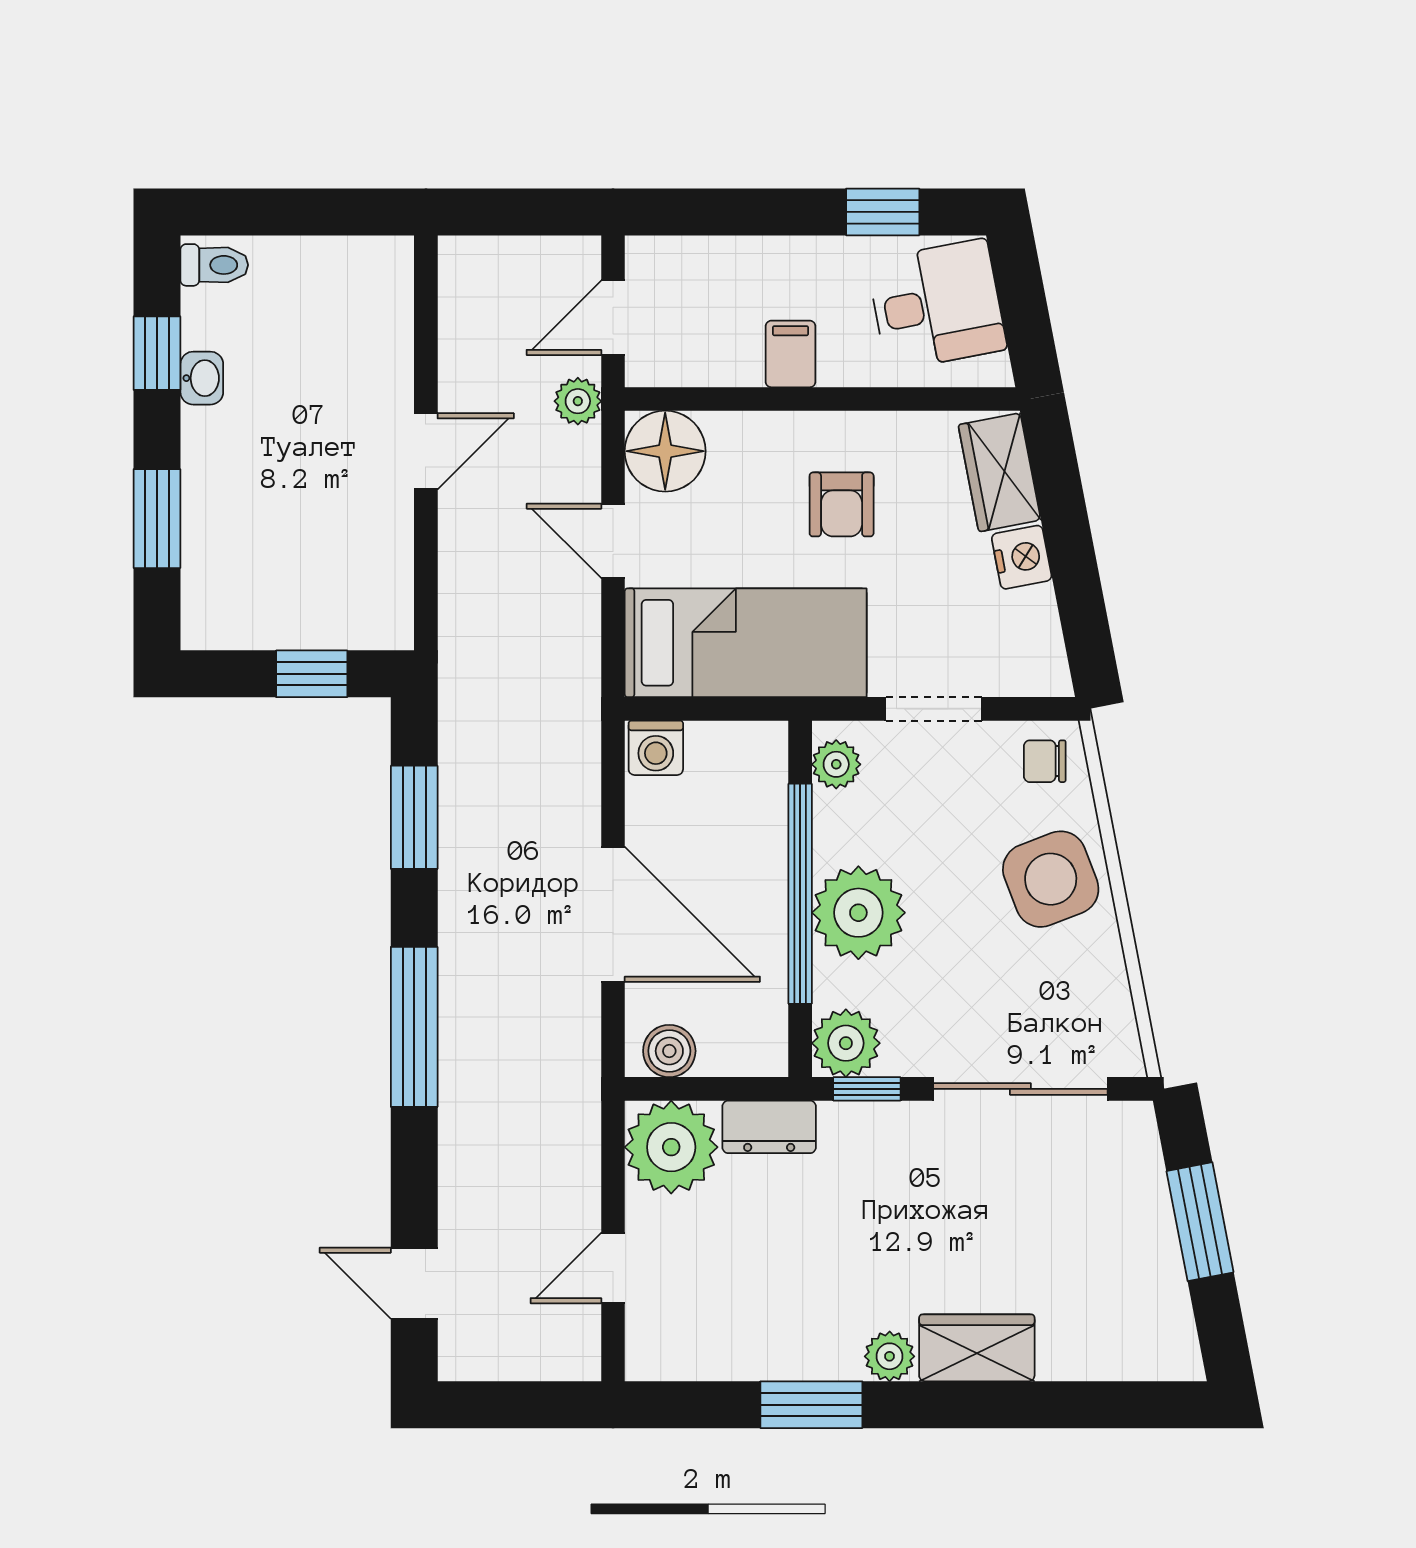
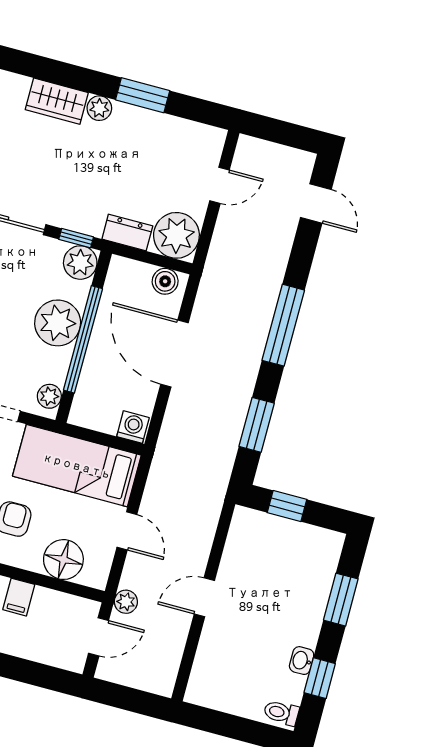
floor lamp: (665, 451) -> (63, 560), moved

